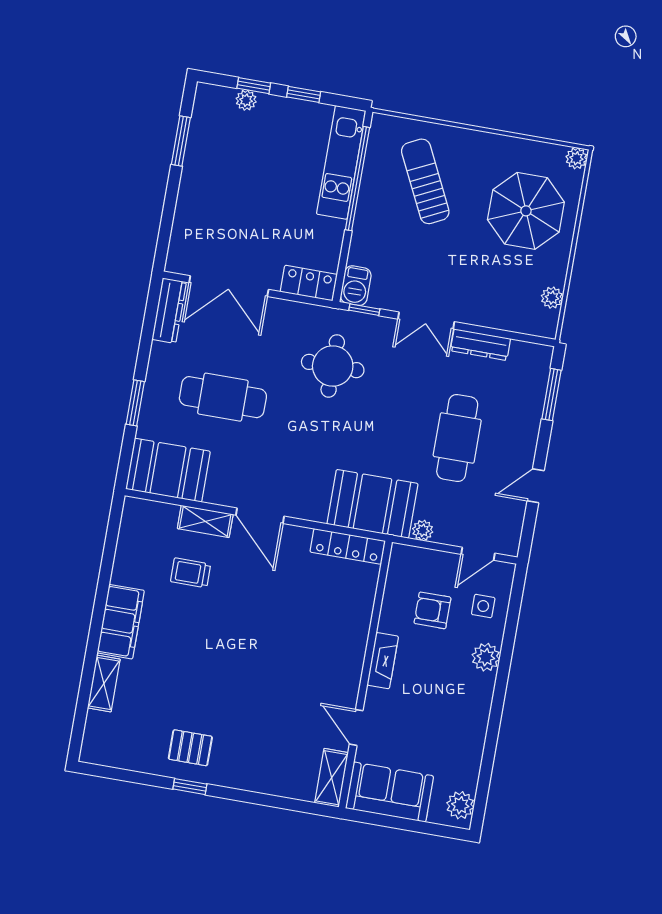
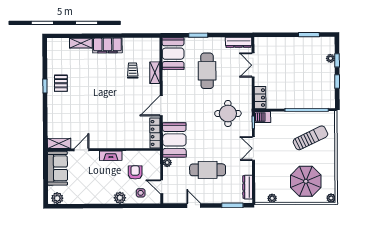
kitchen unit: (341, 162) -> (312, 102), removed
double door: (229, 286) -> (253, 65), width x0.73
dresser: (480, 345) -> (248, 187), moved
door: (260, 516) -> (161, 106), moved

